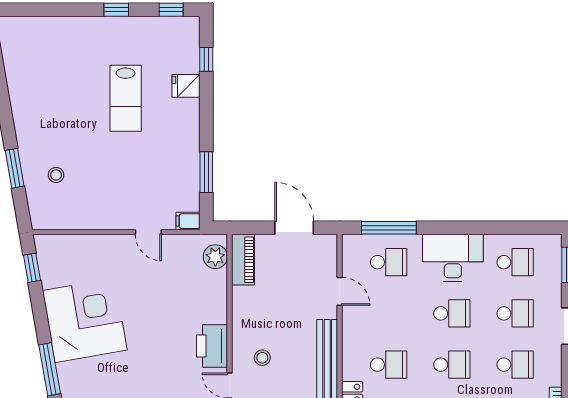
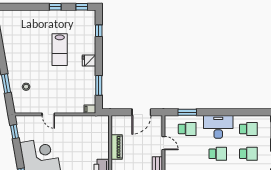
fridge: (186, 86) -> (89, 61), moved
door: (294, 228) -> (141, 112), swing flipped
window: (389, 228) -> (187, 112), width x0.69
door: (148, 232) -> (48, 114), moved
plant: (215, 257) -> (103, 126), removed
piano: (243, 260) -> (117, 147), moved

